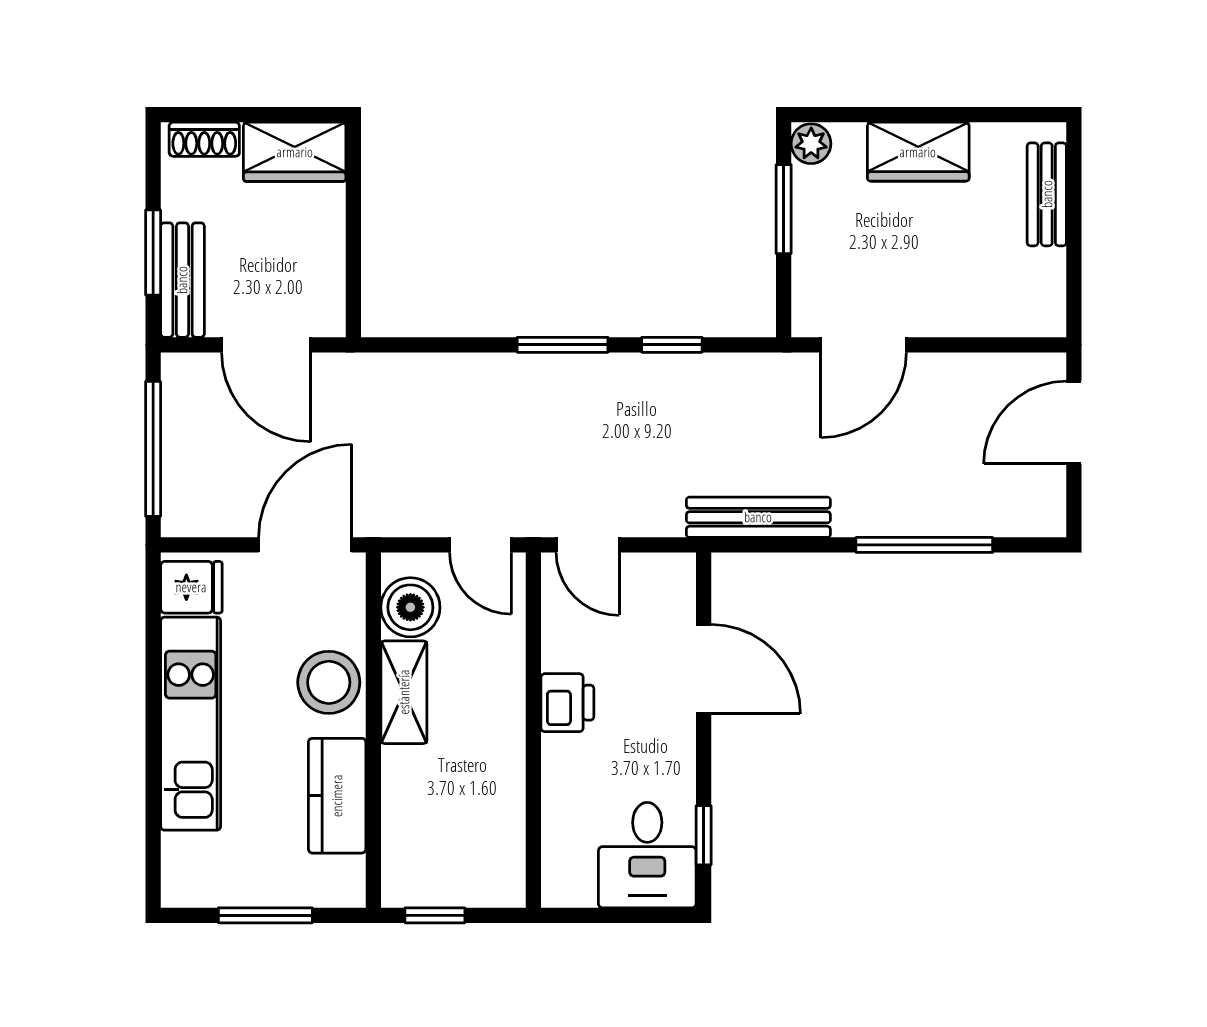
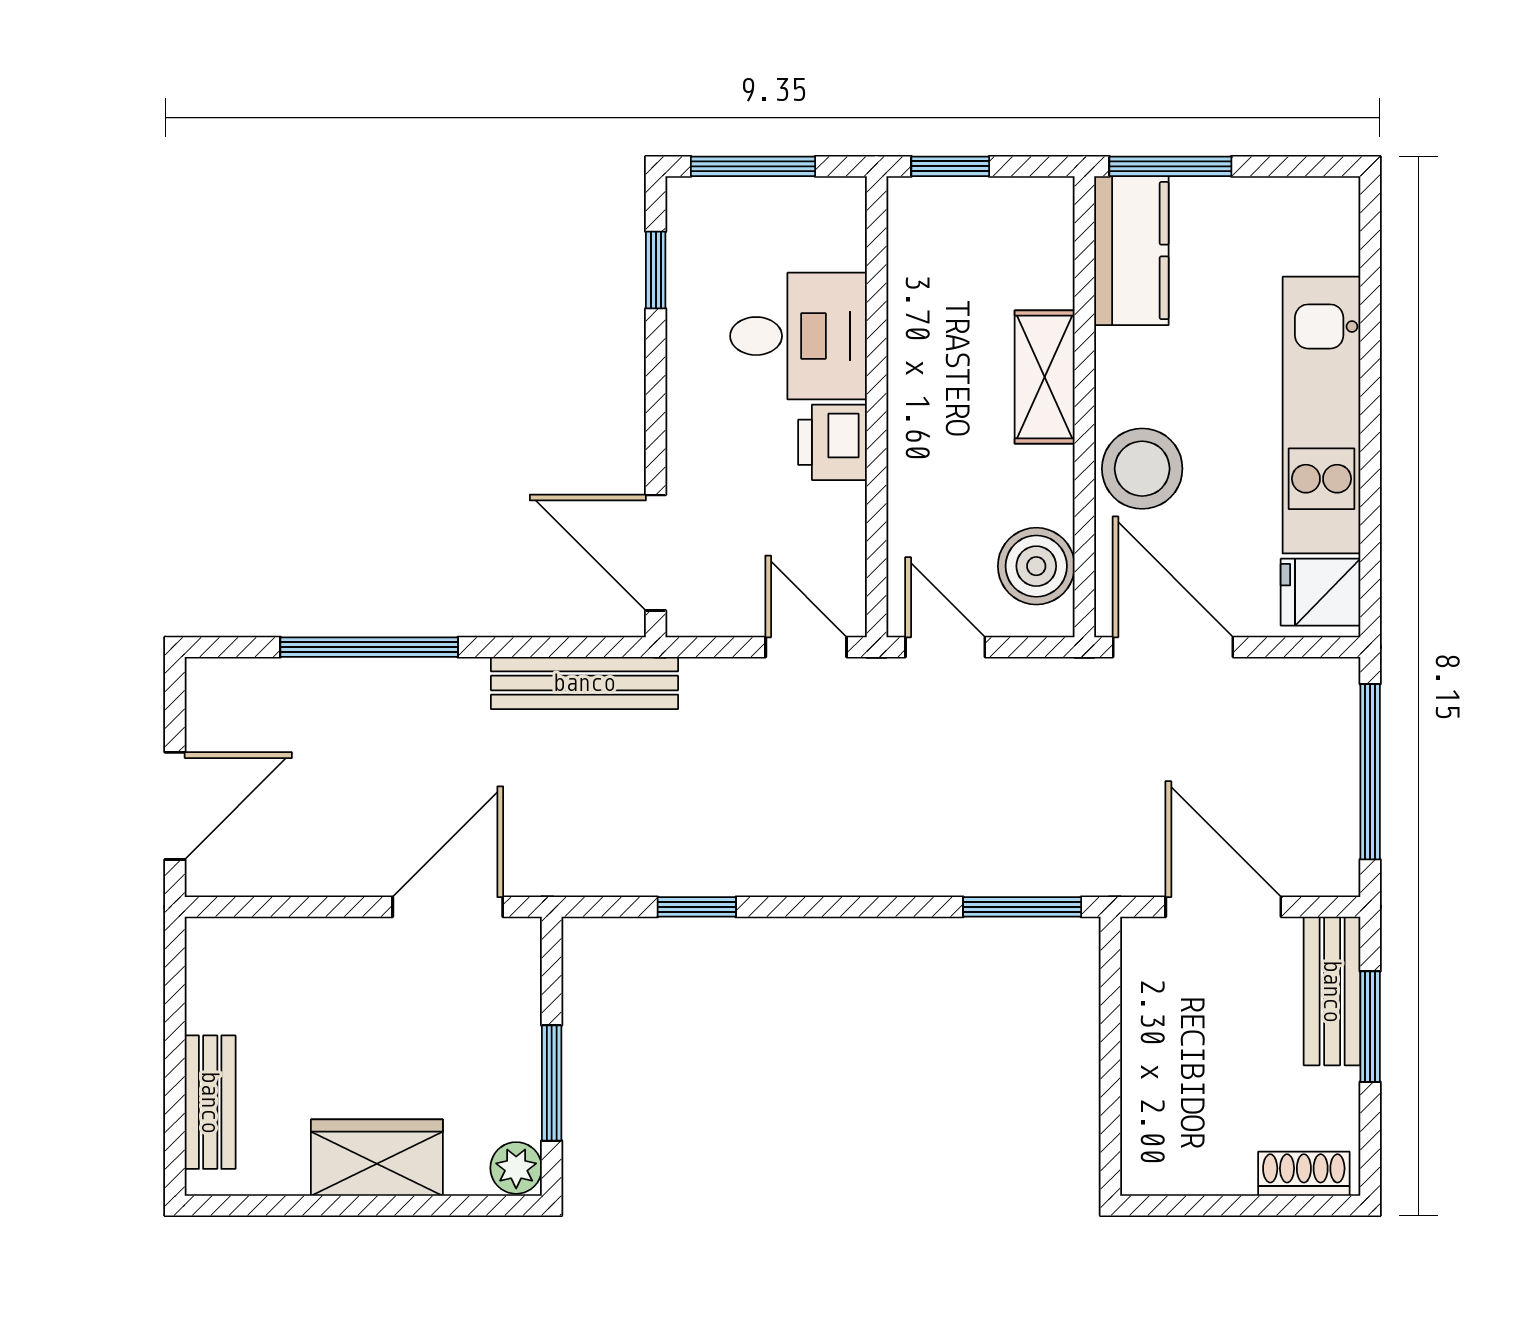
wardrobe: (295, 152) -> (1187, 1157), removed
window: (563, 345) -> (1022, 907), moved
door: (305, 545) -> (1173, 647), swing flipped
door: (704, 669) -> (656, 553), moved
shelving: (404, 692) -> (1045, 377), moved
kitchen counter: (337, 796) -> (1131, 251), moved
desk: (647, 855) -> (798, 336), moved, turned 90
window: (265, 915) -> (1170, 166), moved
window: (435, 915) -> (950, 166), moved
window: (629, 915) -> (753, 166), added

